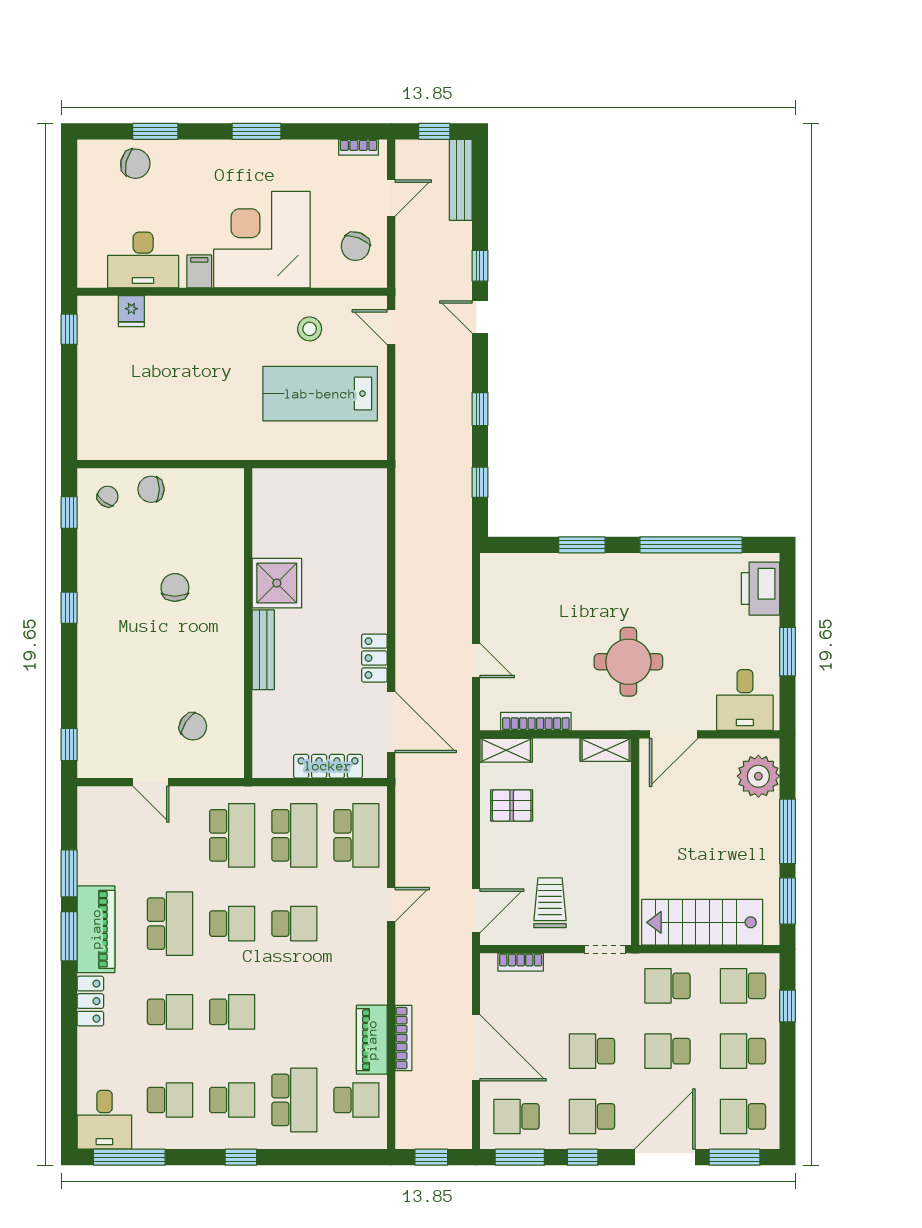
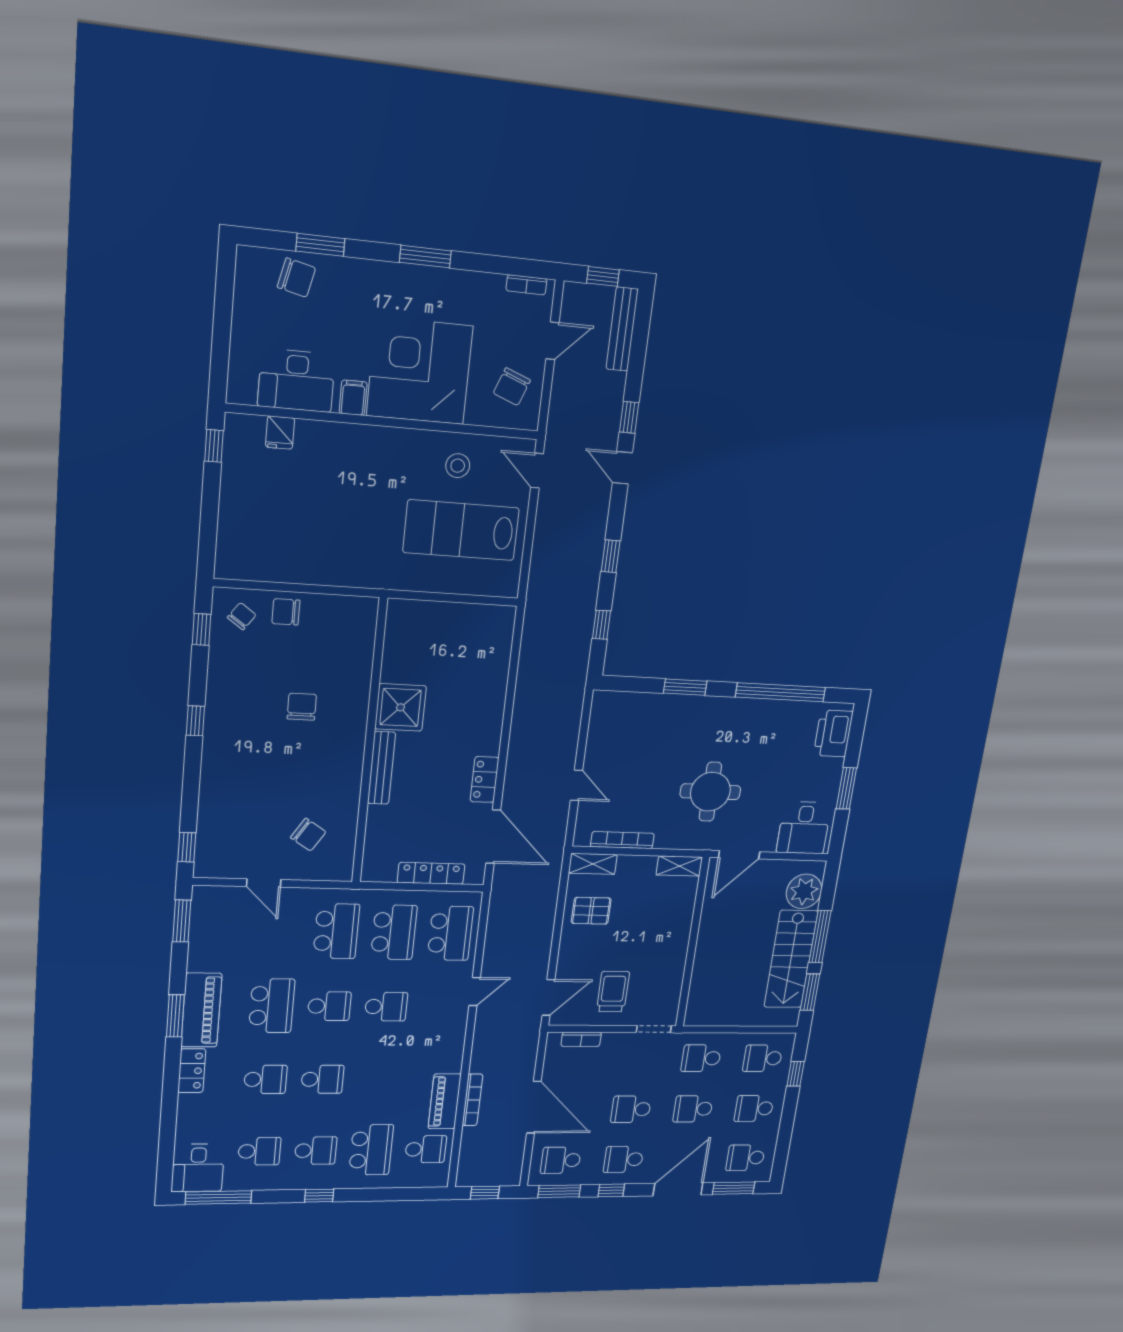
window: (69, 873) -> (182, 921), moved
stairs: (702, 922) -> (791, 959), moved, turned -90

